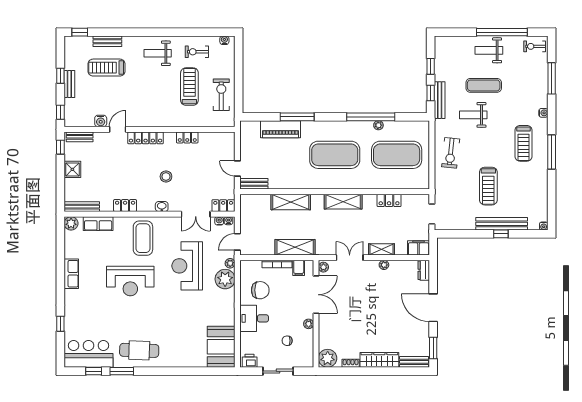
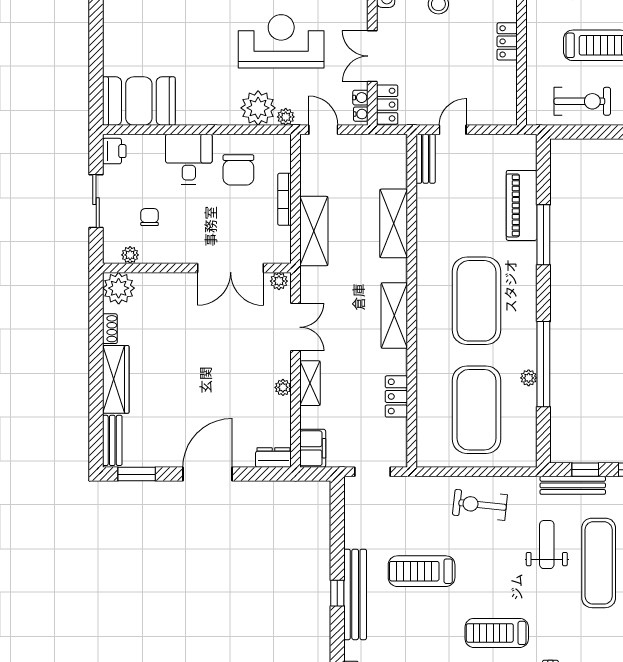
exercise mat: (484, 85) -> (599, 563), width x1.36, depth x1.45
filing cabinet: (299, 268) -> (278, 237), removed
plant: (309, 324) -> (130, 255), moved

